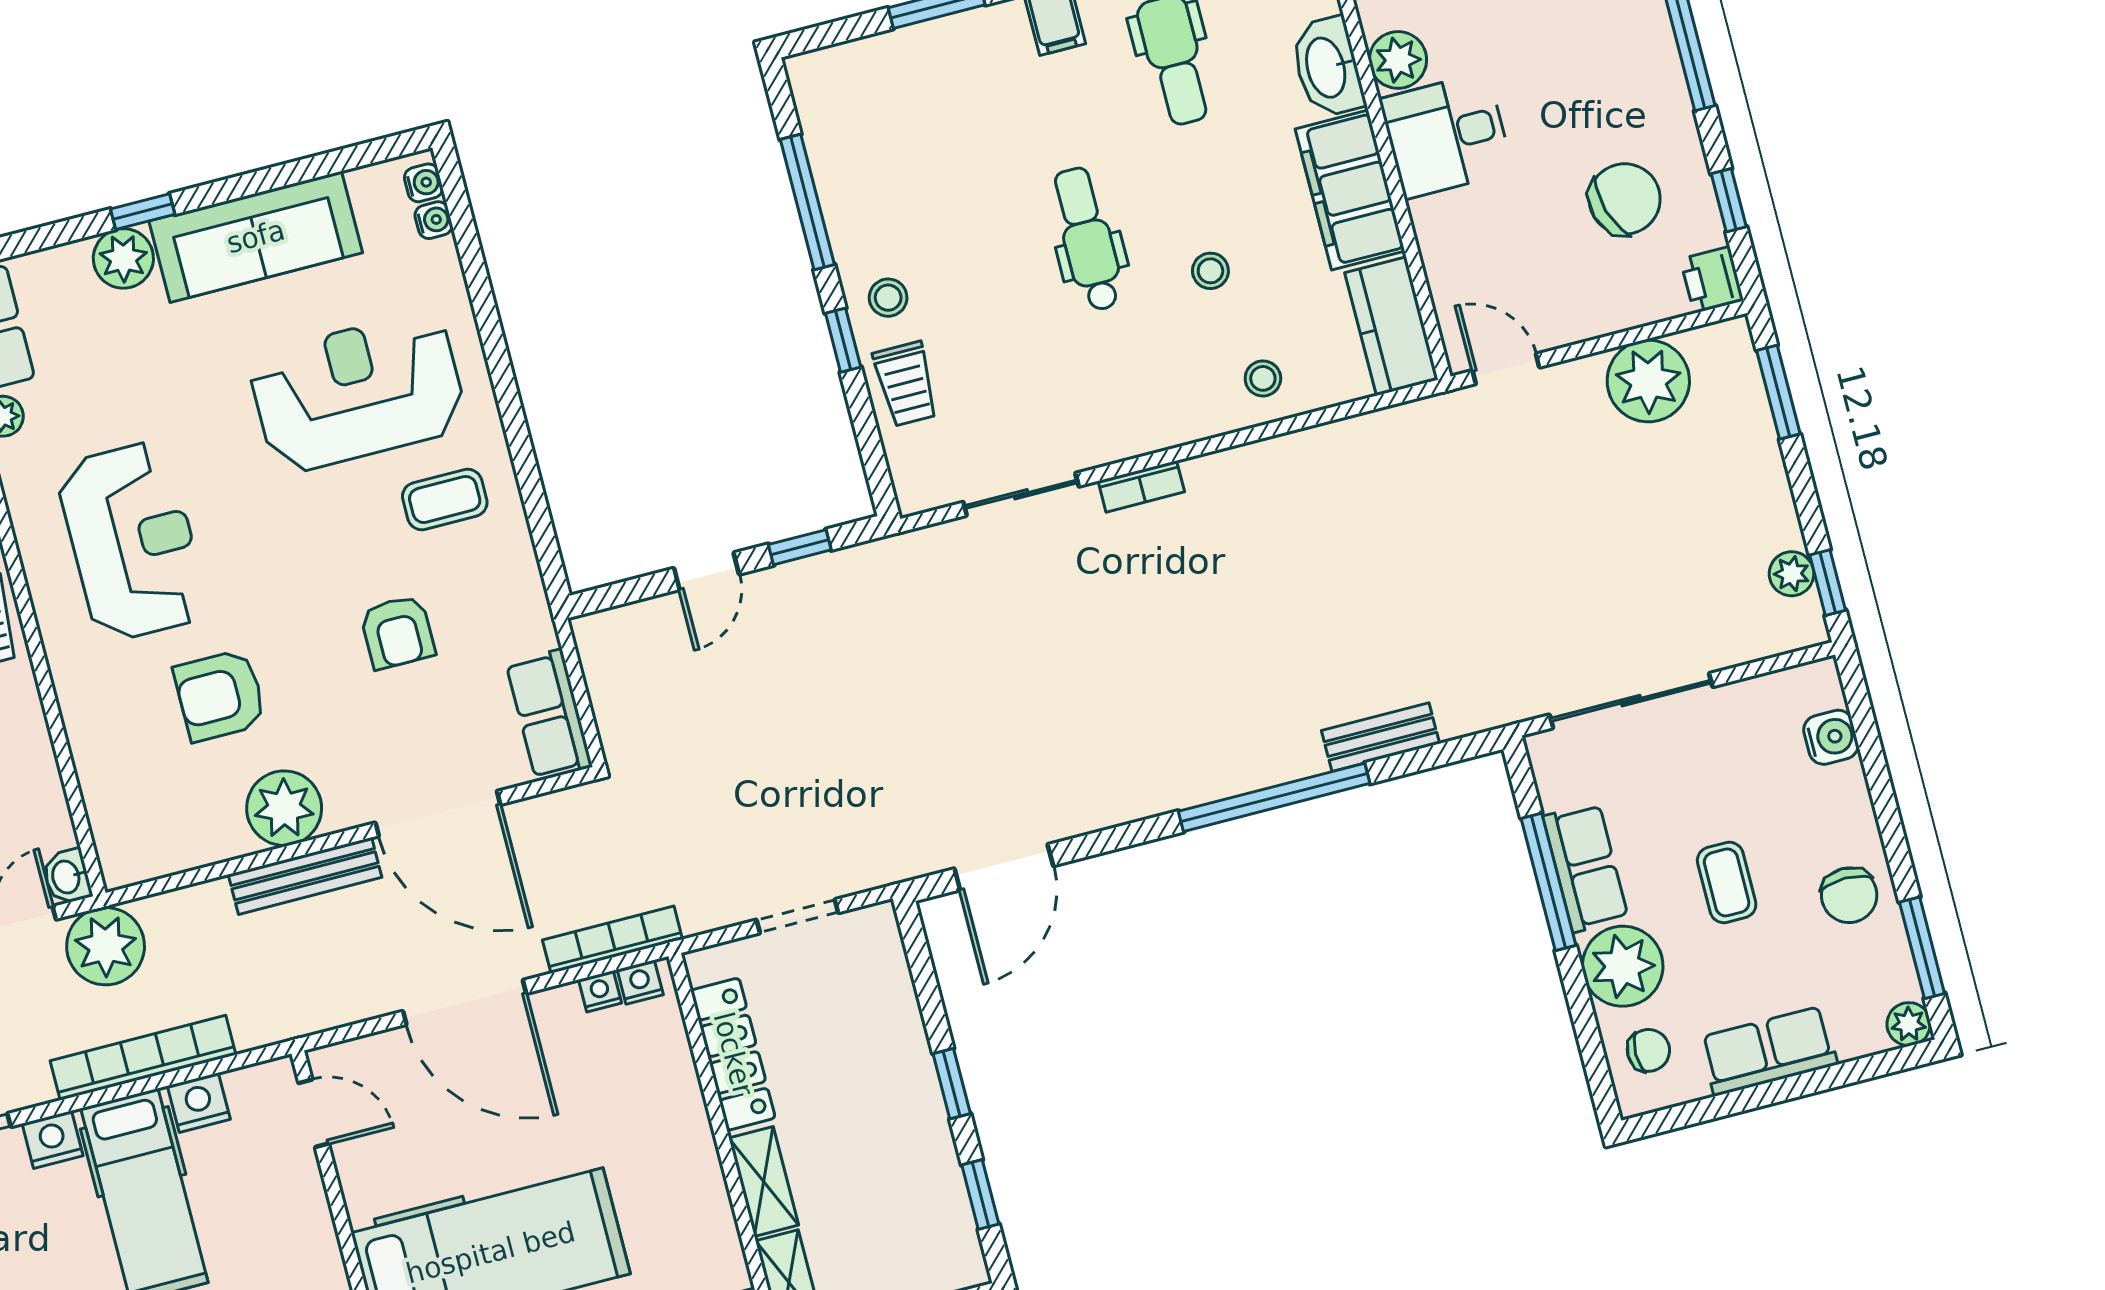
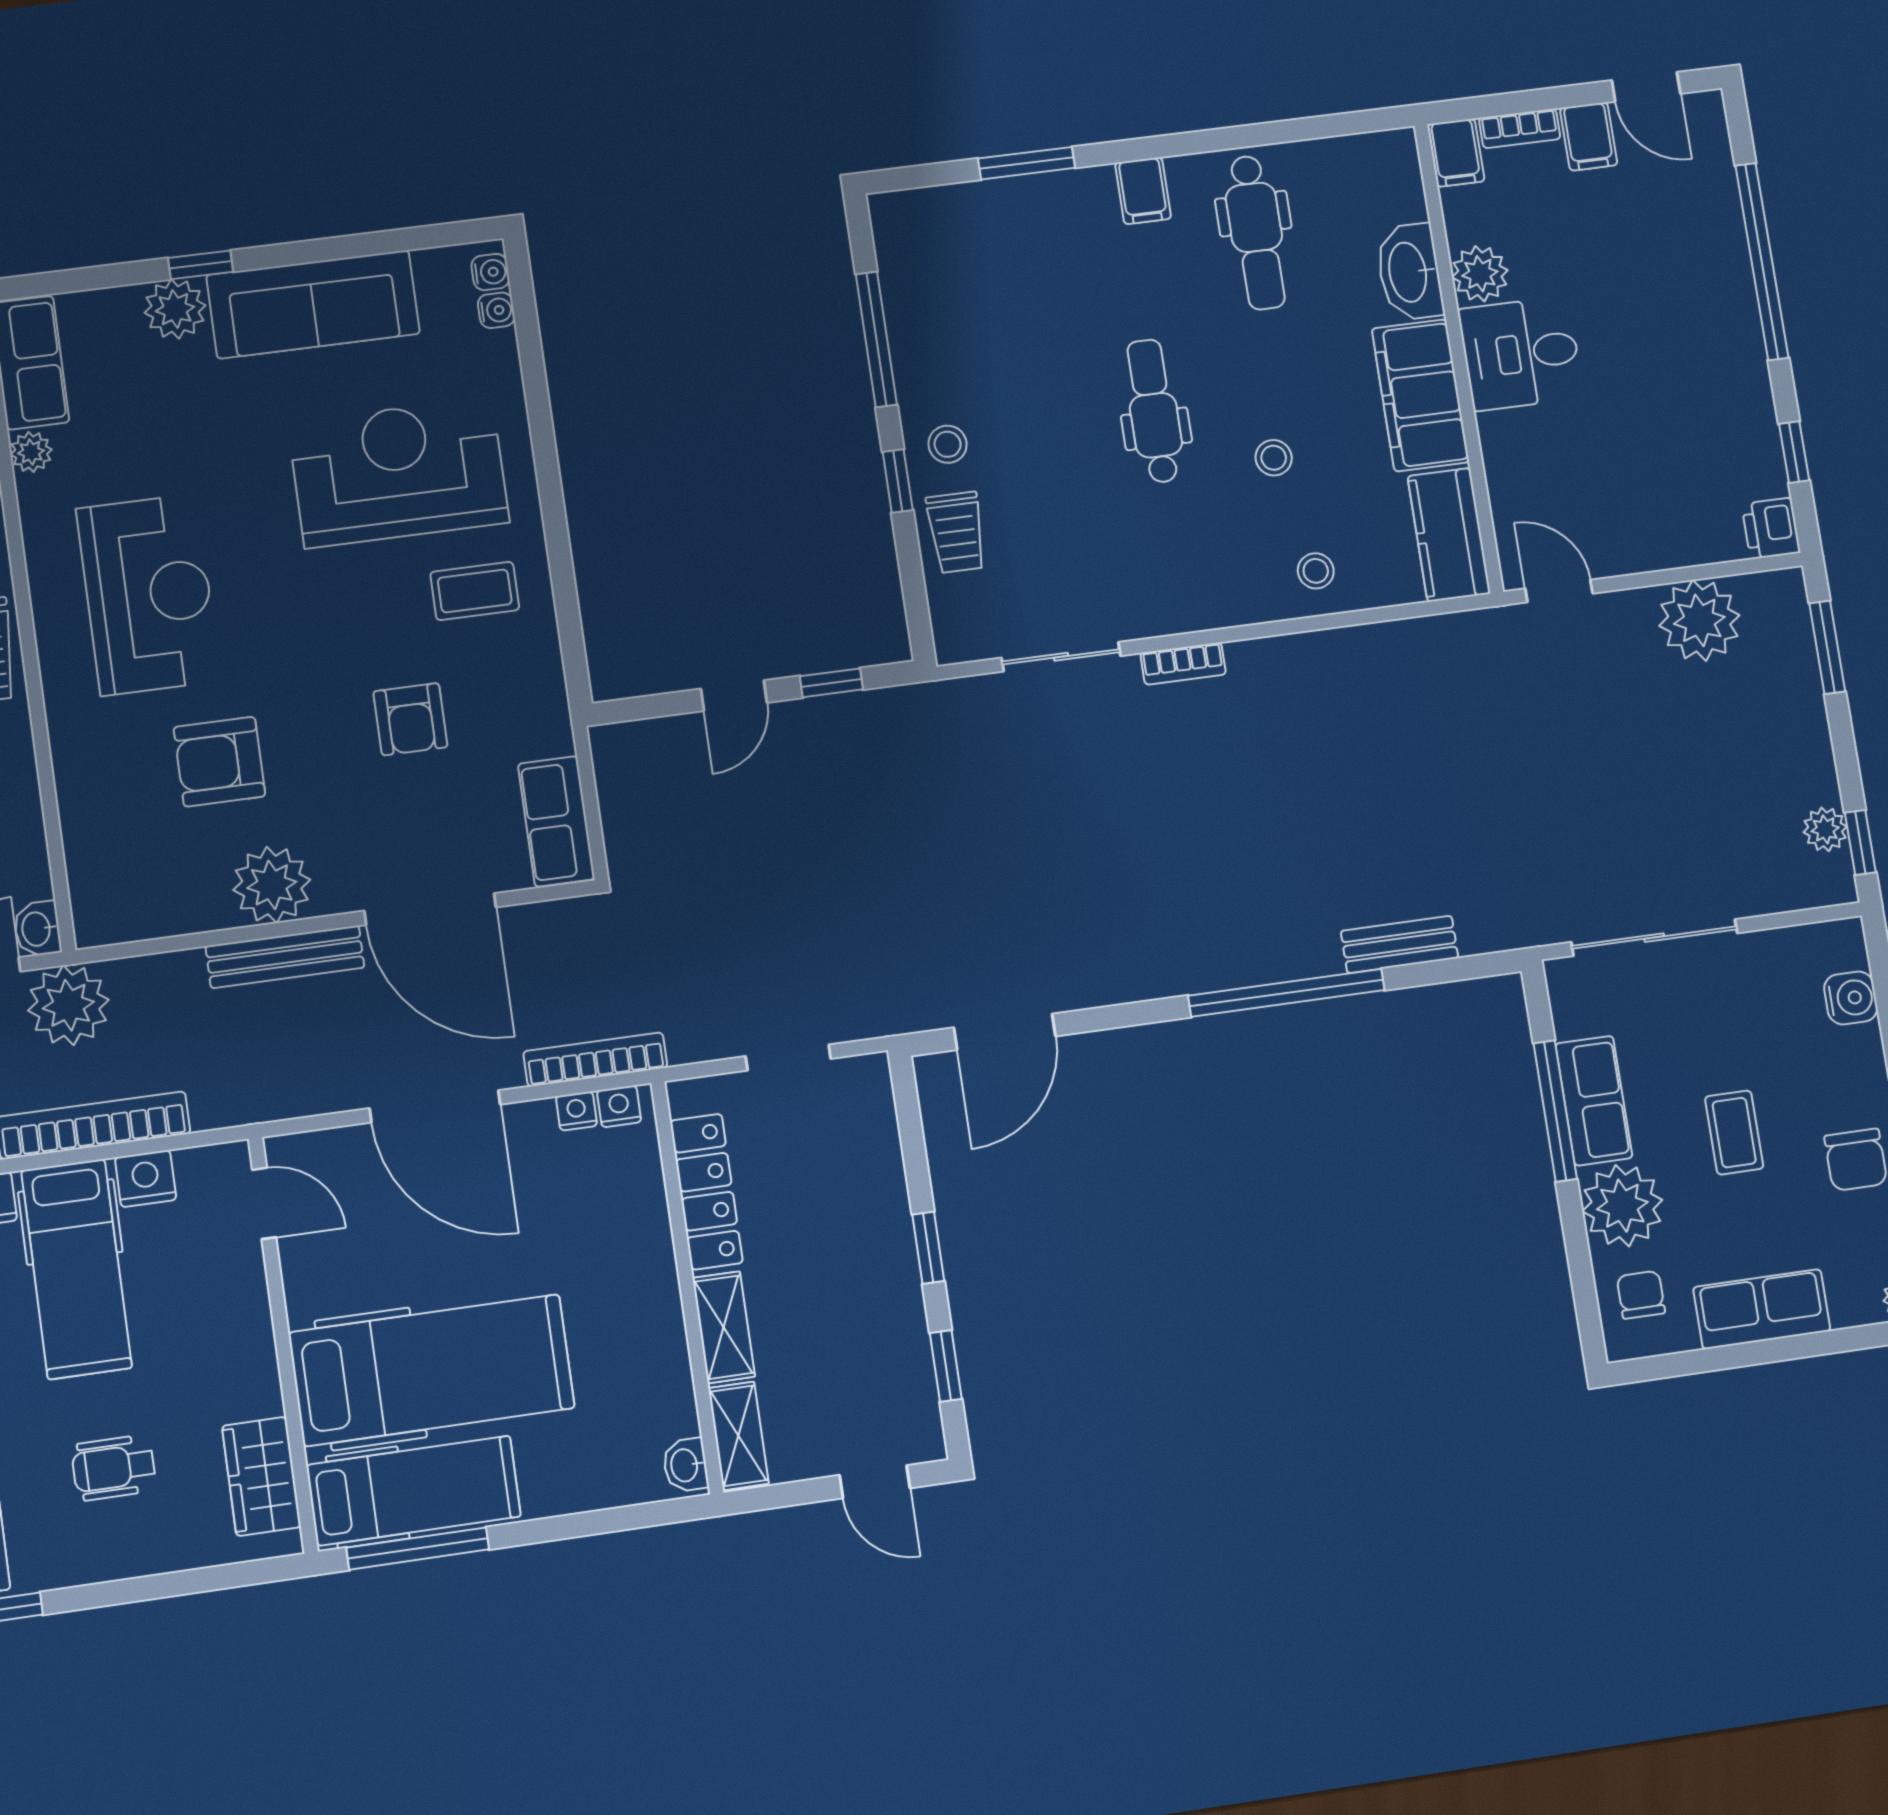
chair: (1625, 199) -> (1692, 438), removed
chair: (1648, 1050) -> (1641, 1295), turned -90

